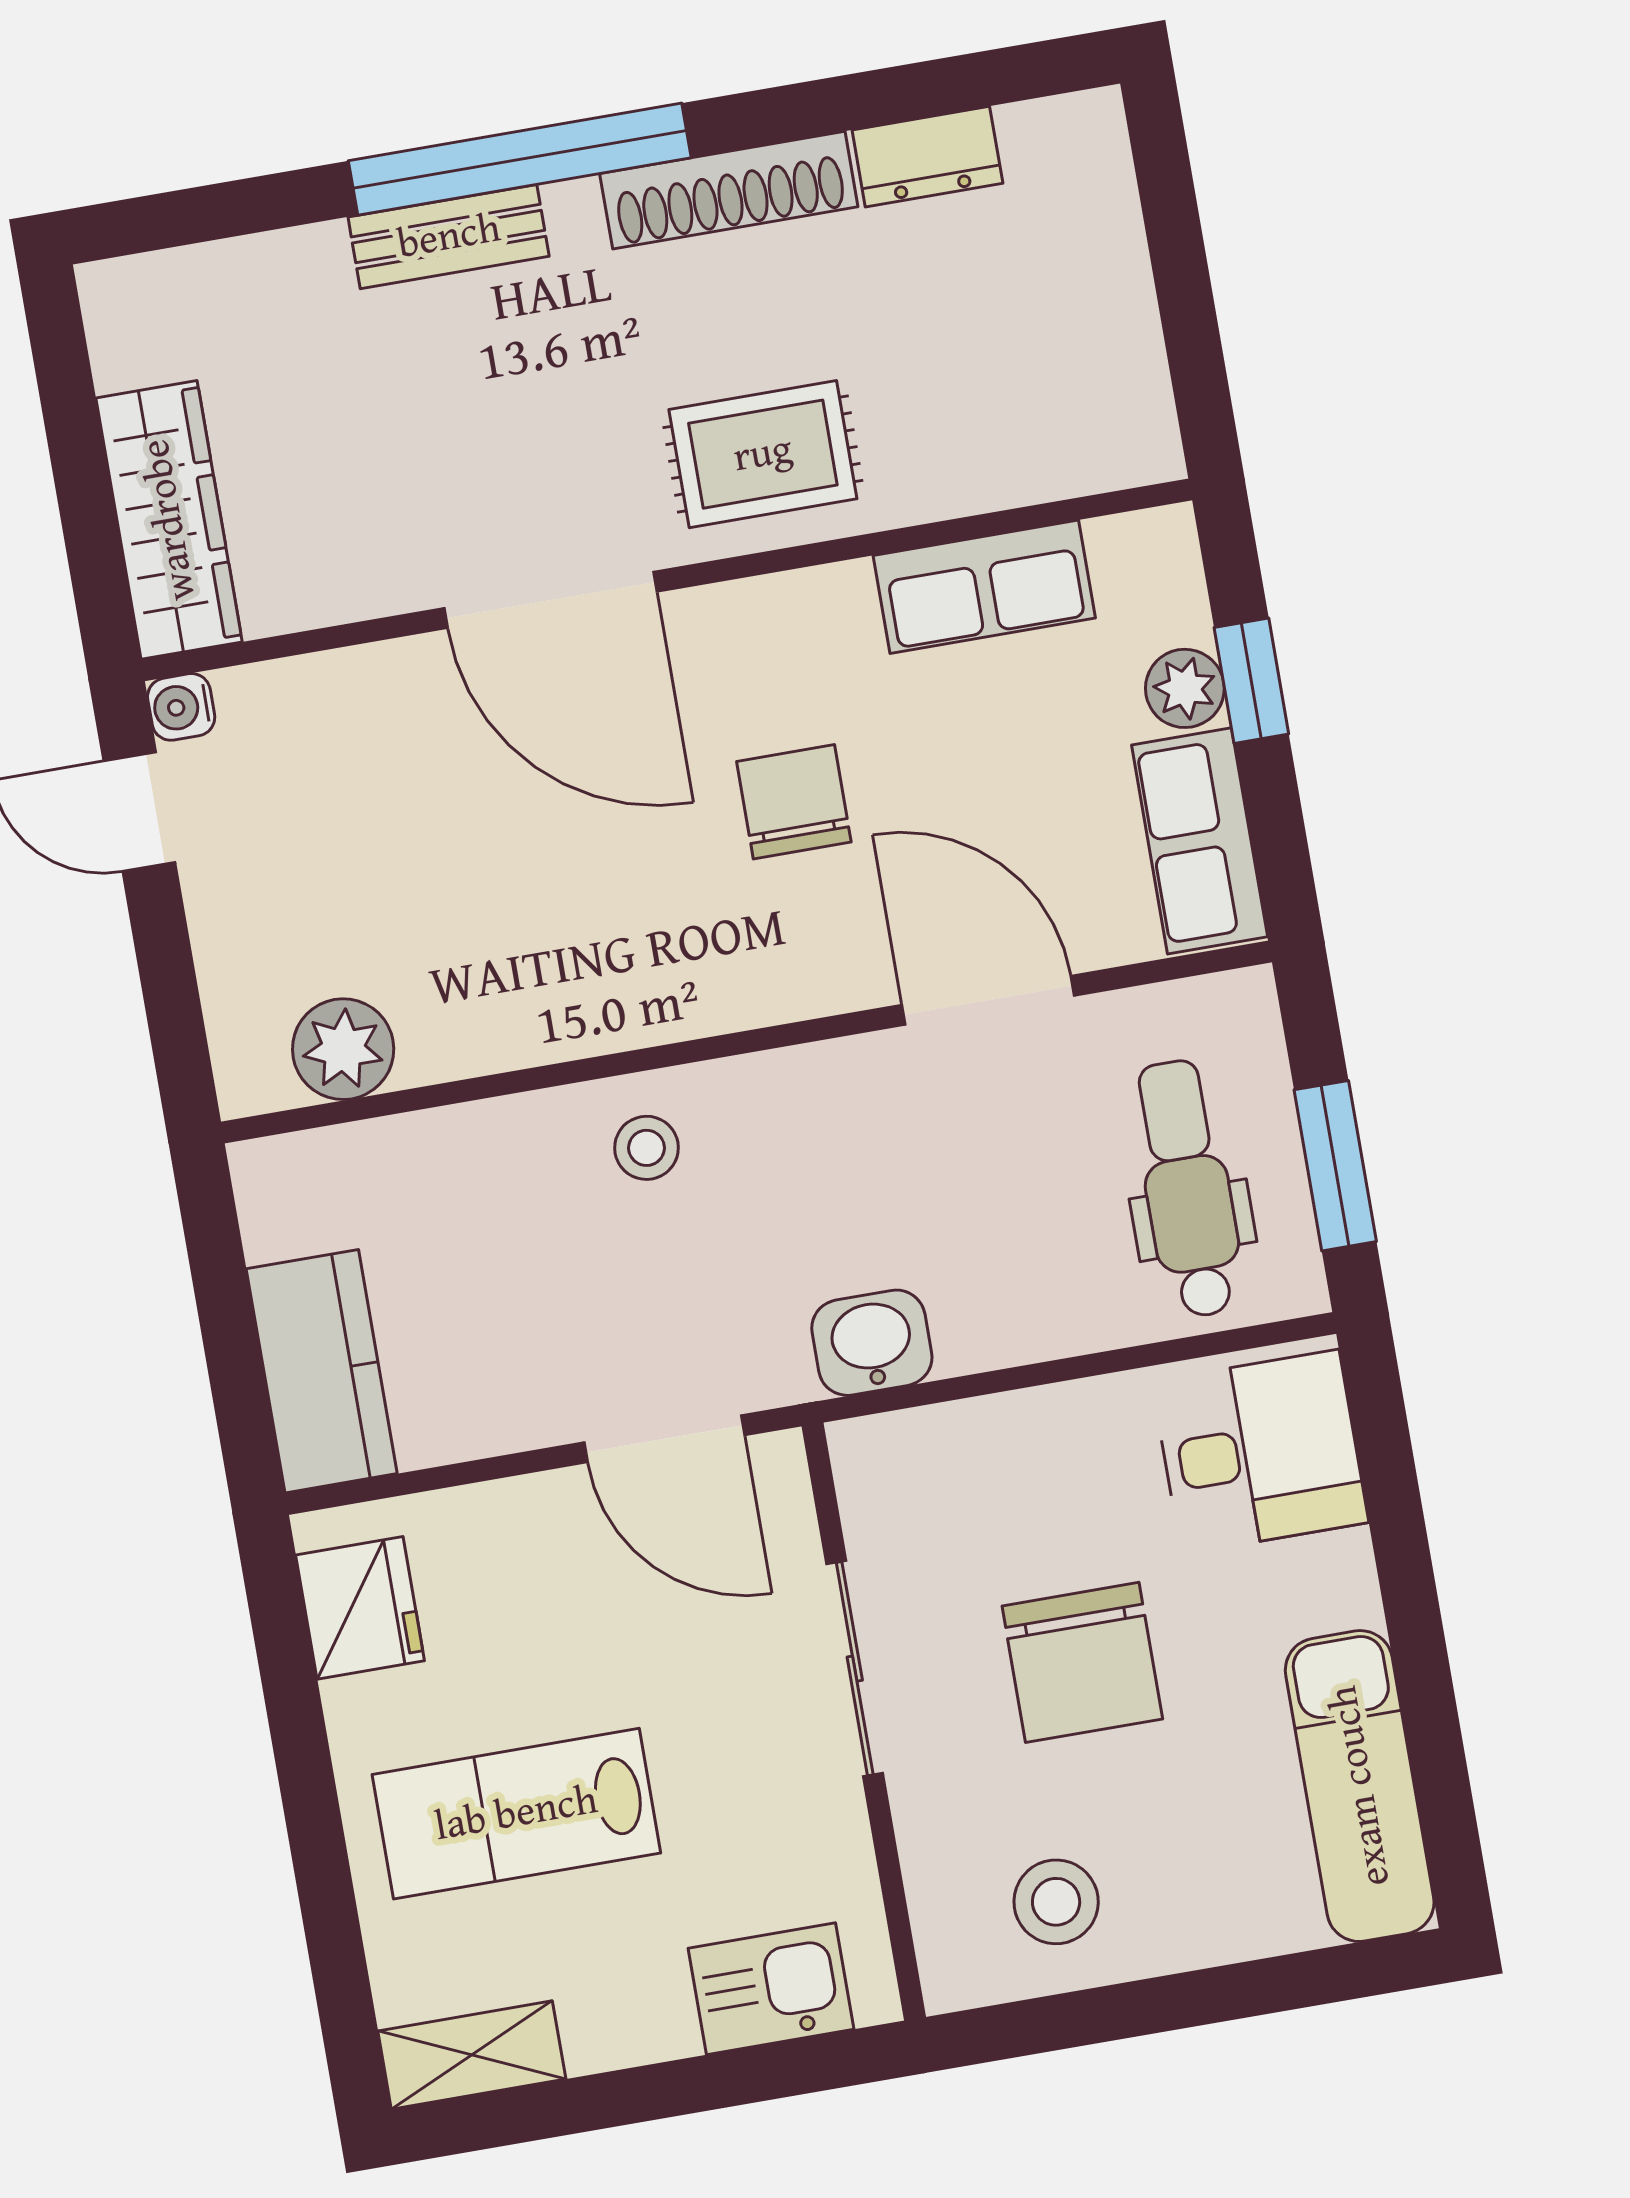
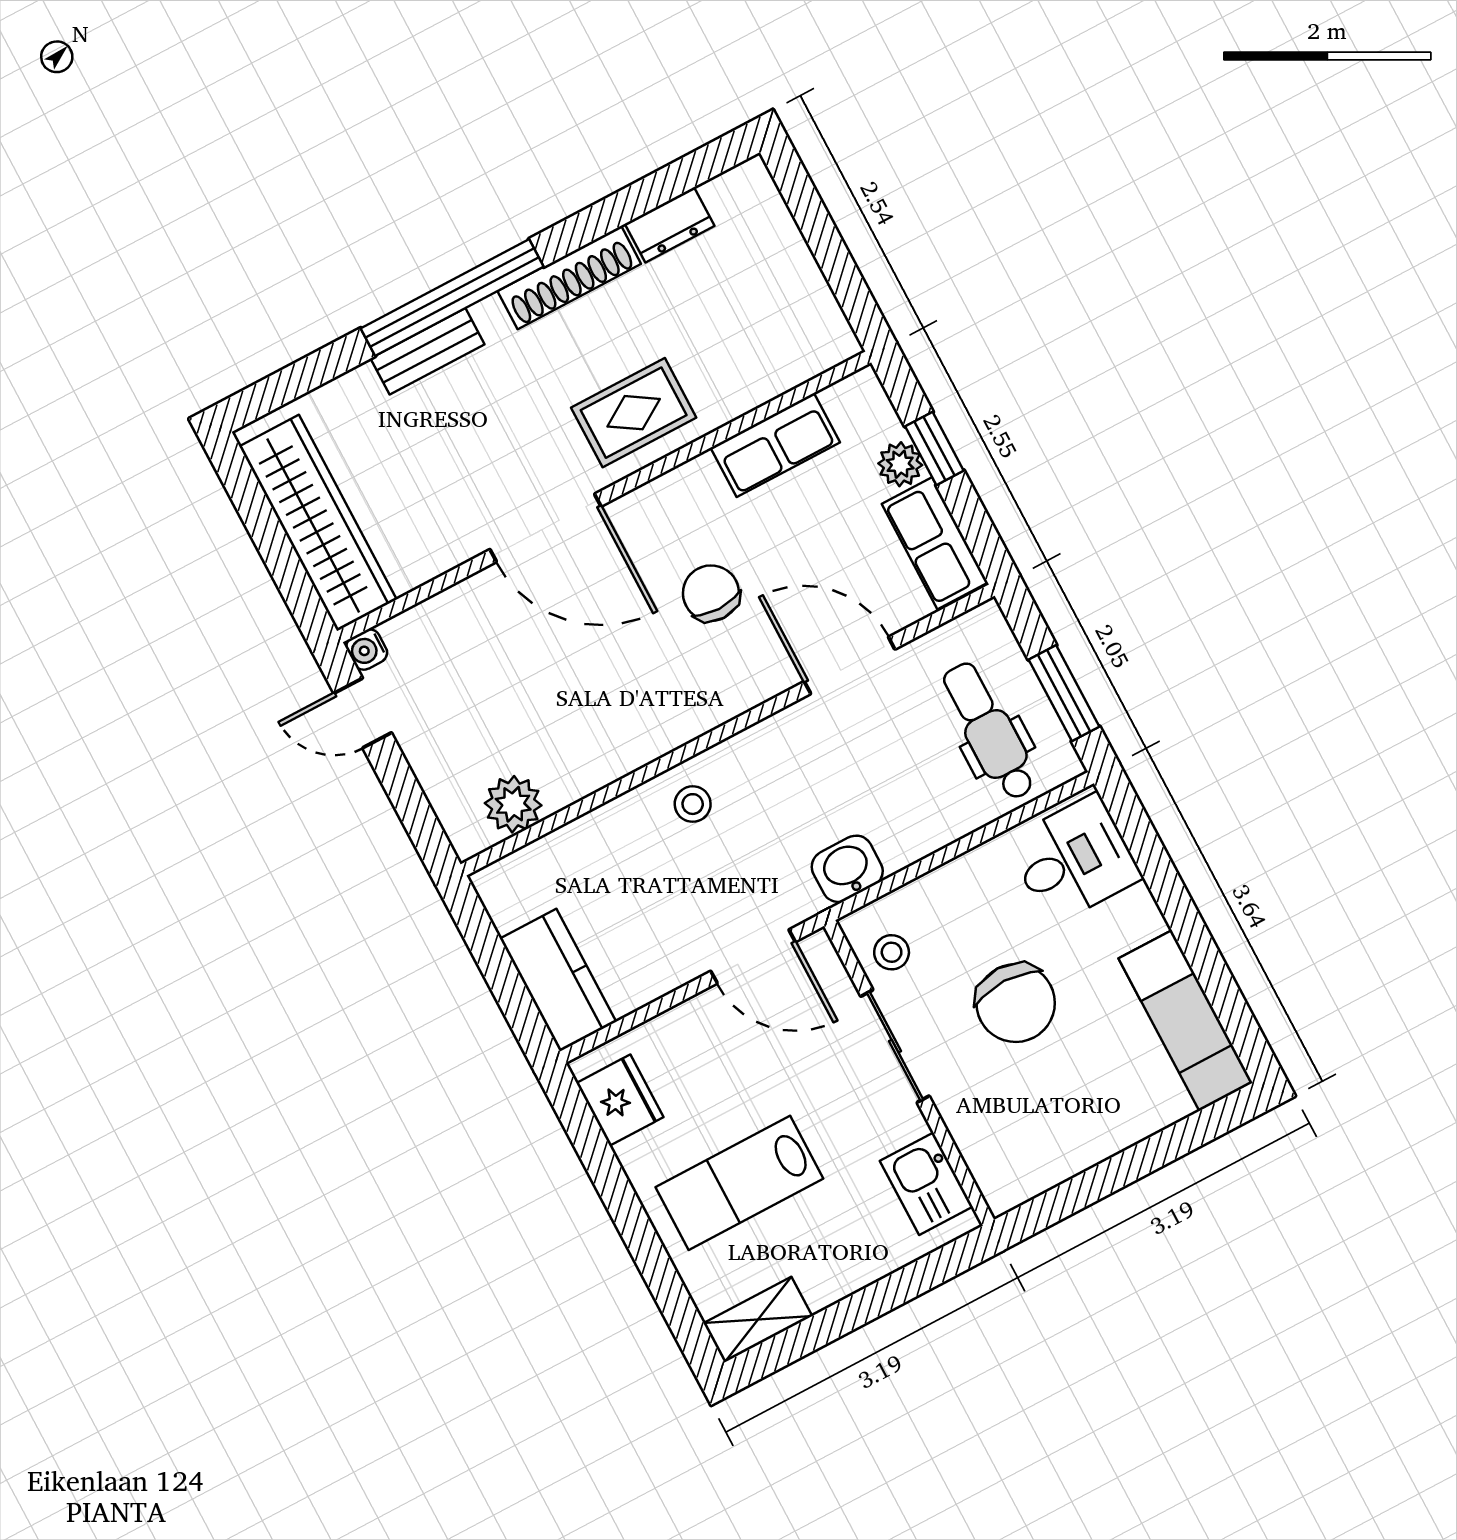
wardrobe: (169, 520) -> (318, 523), width x1.40, depth x1.17
stool: (1056, 1902) -> (892, 952), moved, width x0.73, depth x0.73
kitchen sink: (771, 1989) -> (926, 1184), moved, turned -90

